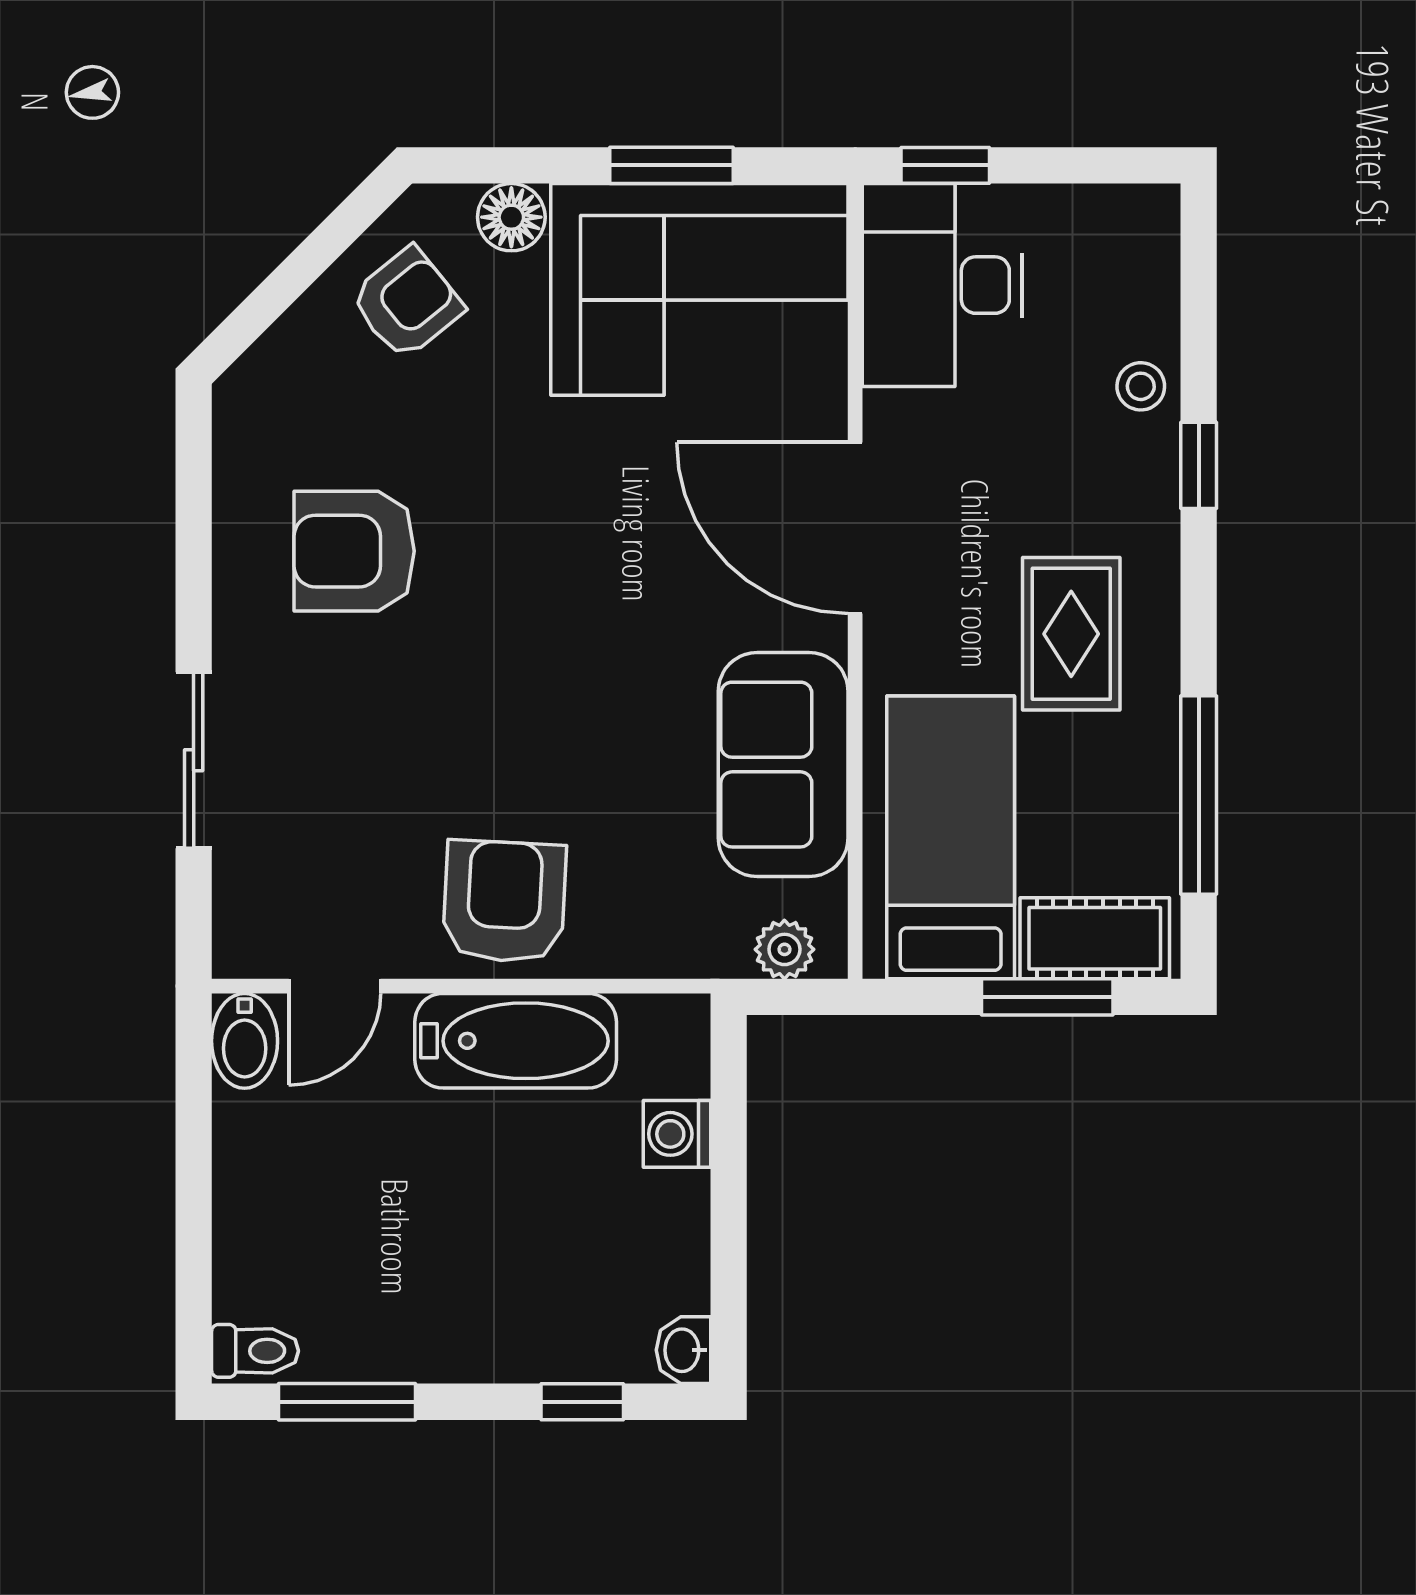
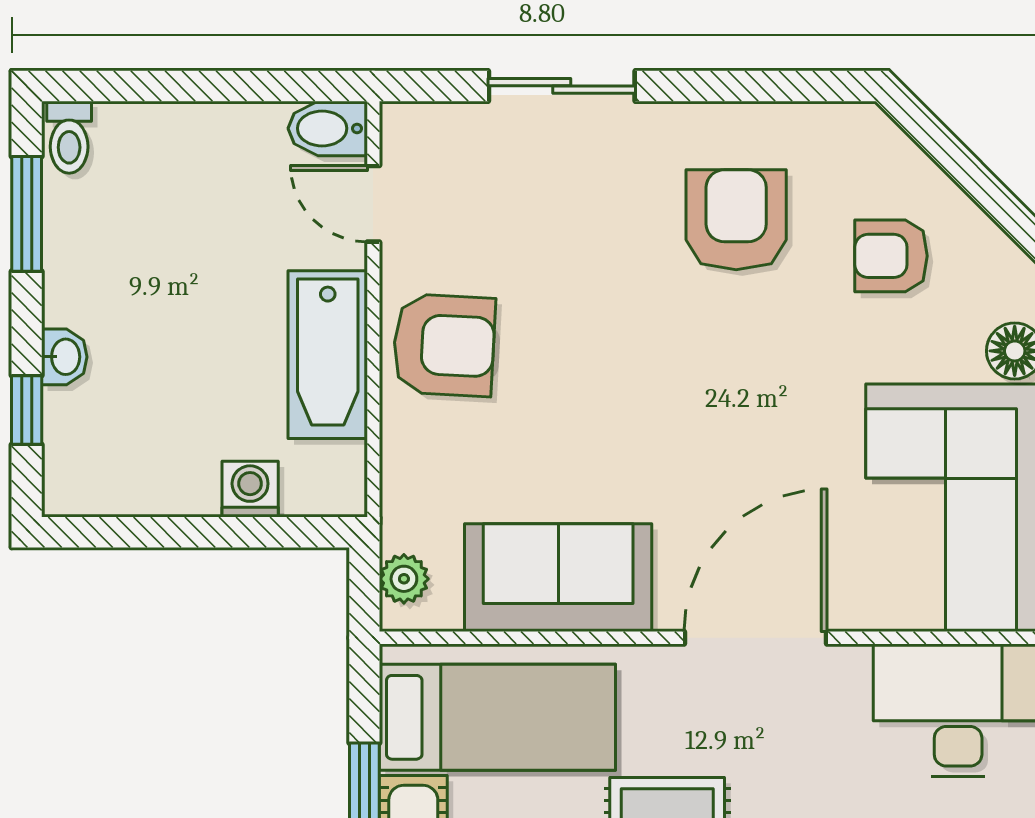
armchair: (407, 303) -> (891, 256), moved, turned 129
washbasin: (684, 1350) -> (64, 357), moved, turned 90

